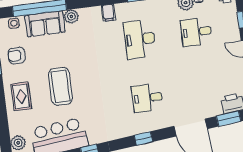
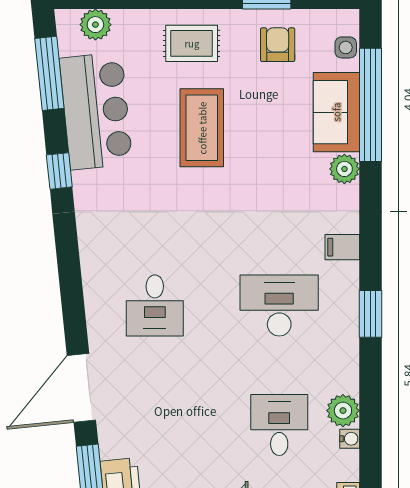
coffee table: (60, 86) -> (202, 128), turned 90
desk: (147, 98) -> (155, 305), turned 180
window: (144, 138) -> (71, 287), removed

